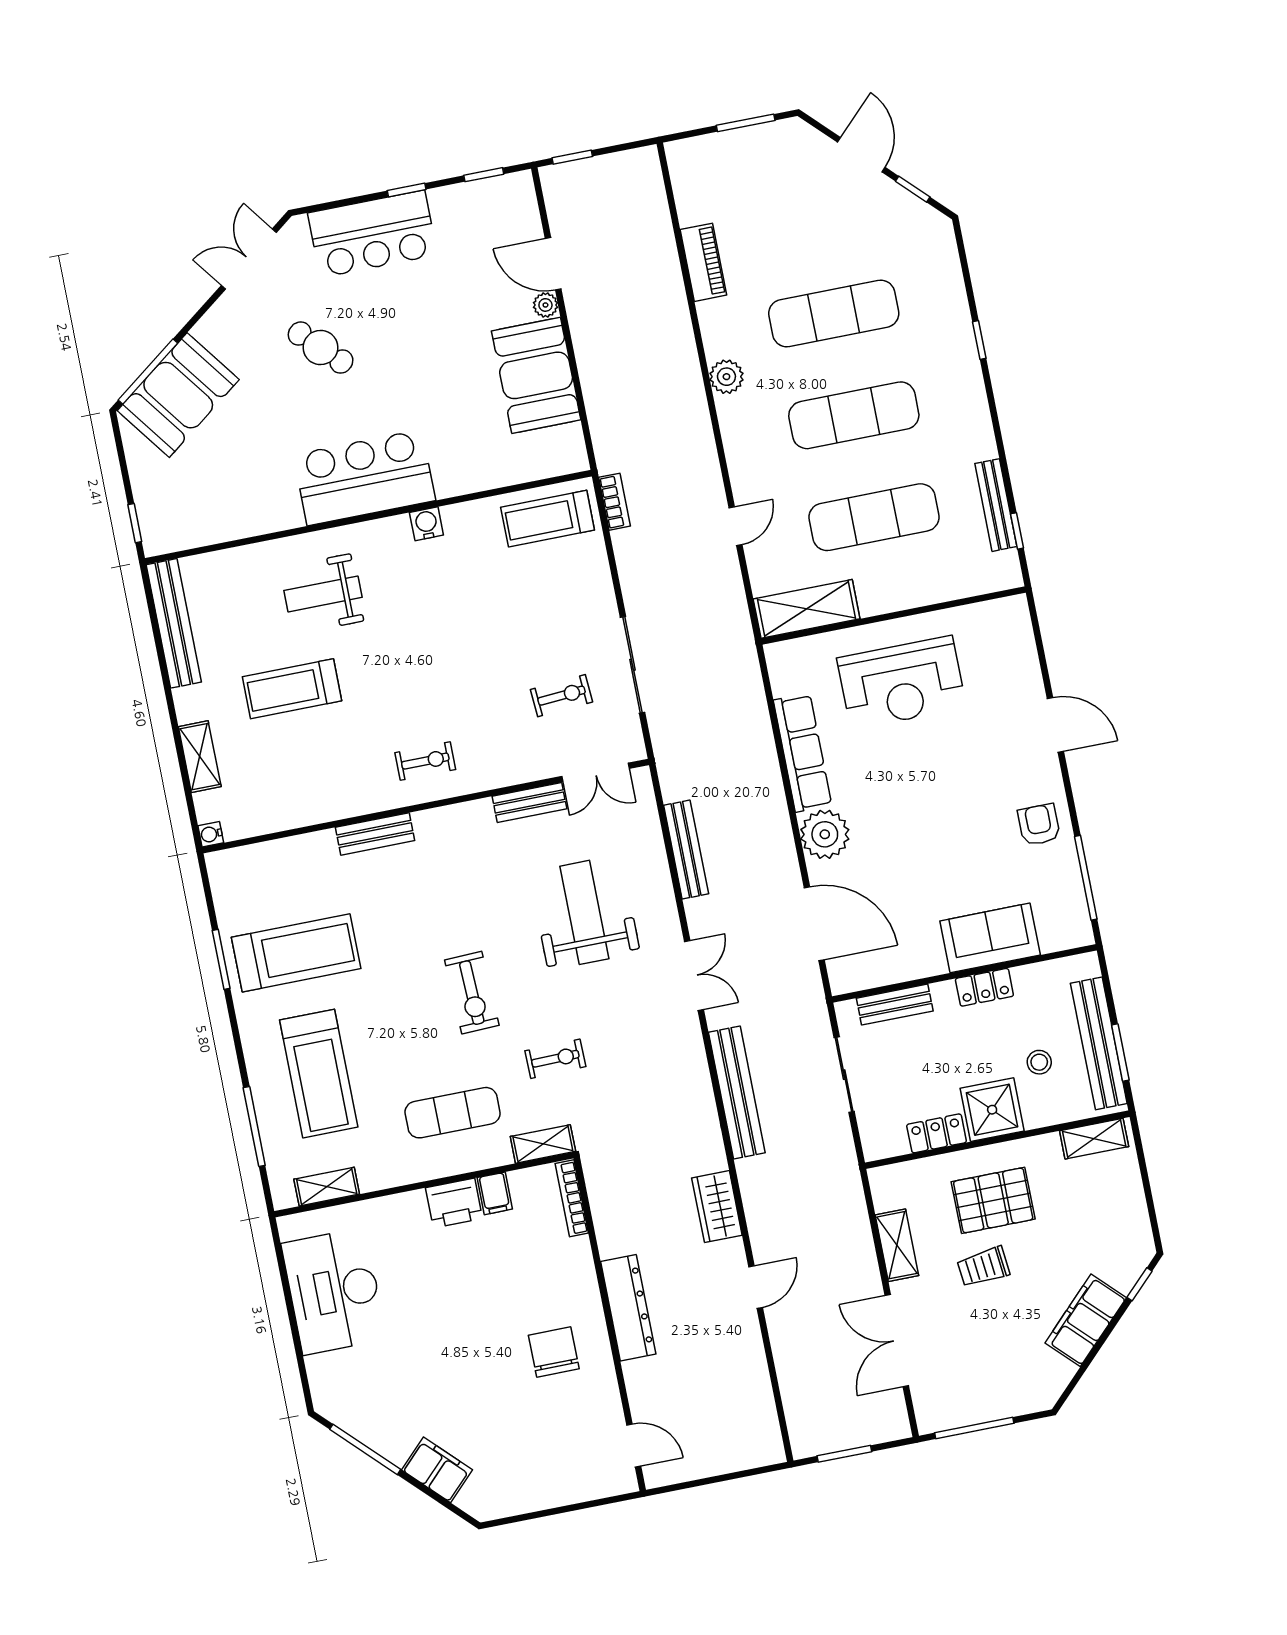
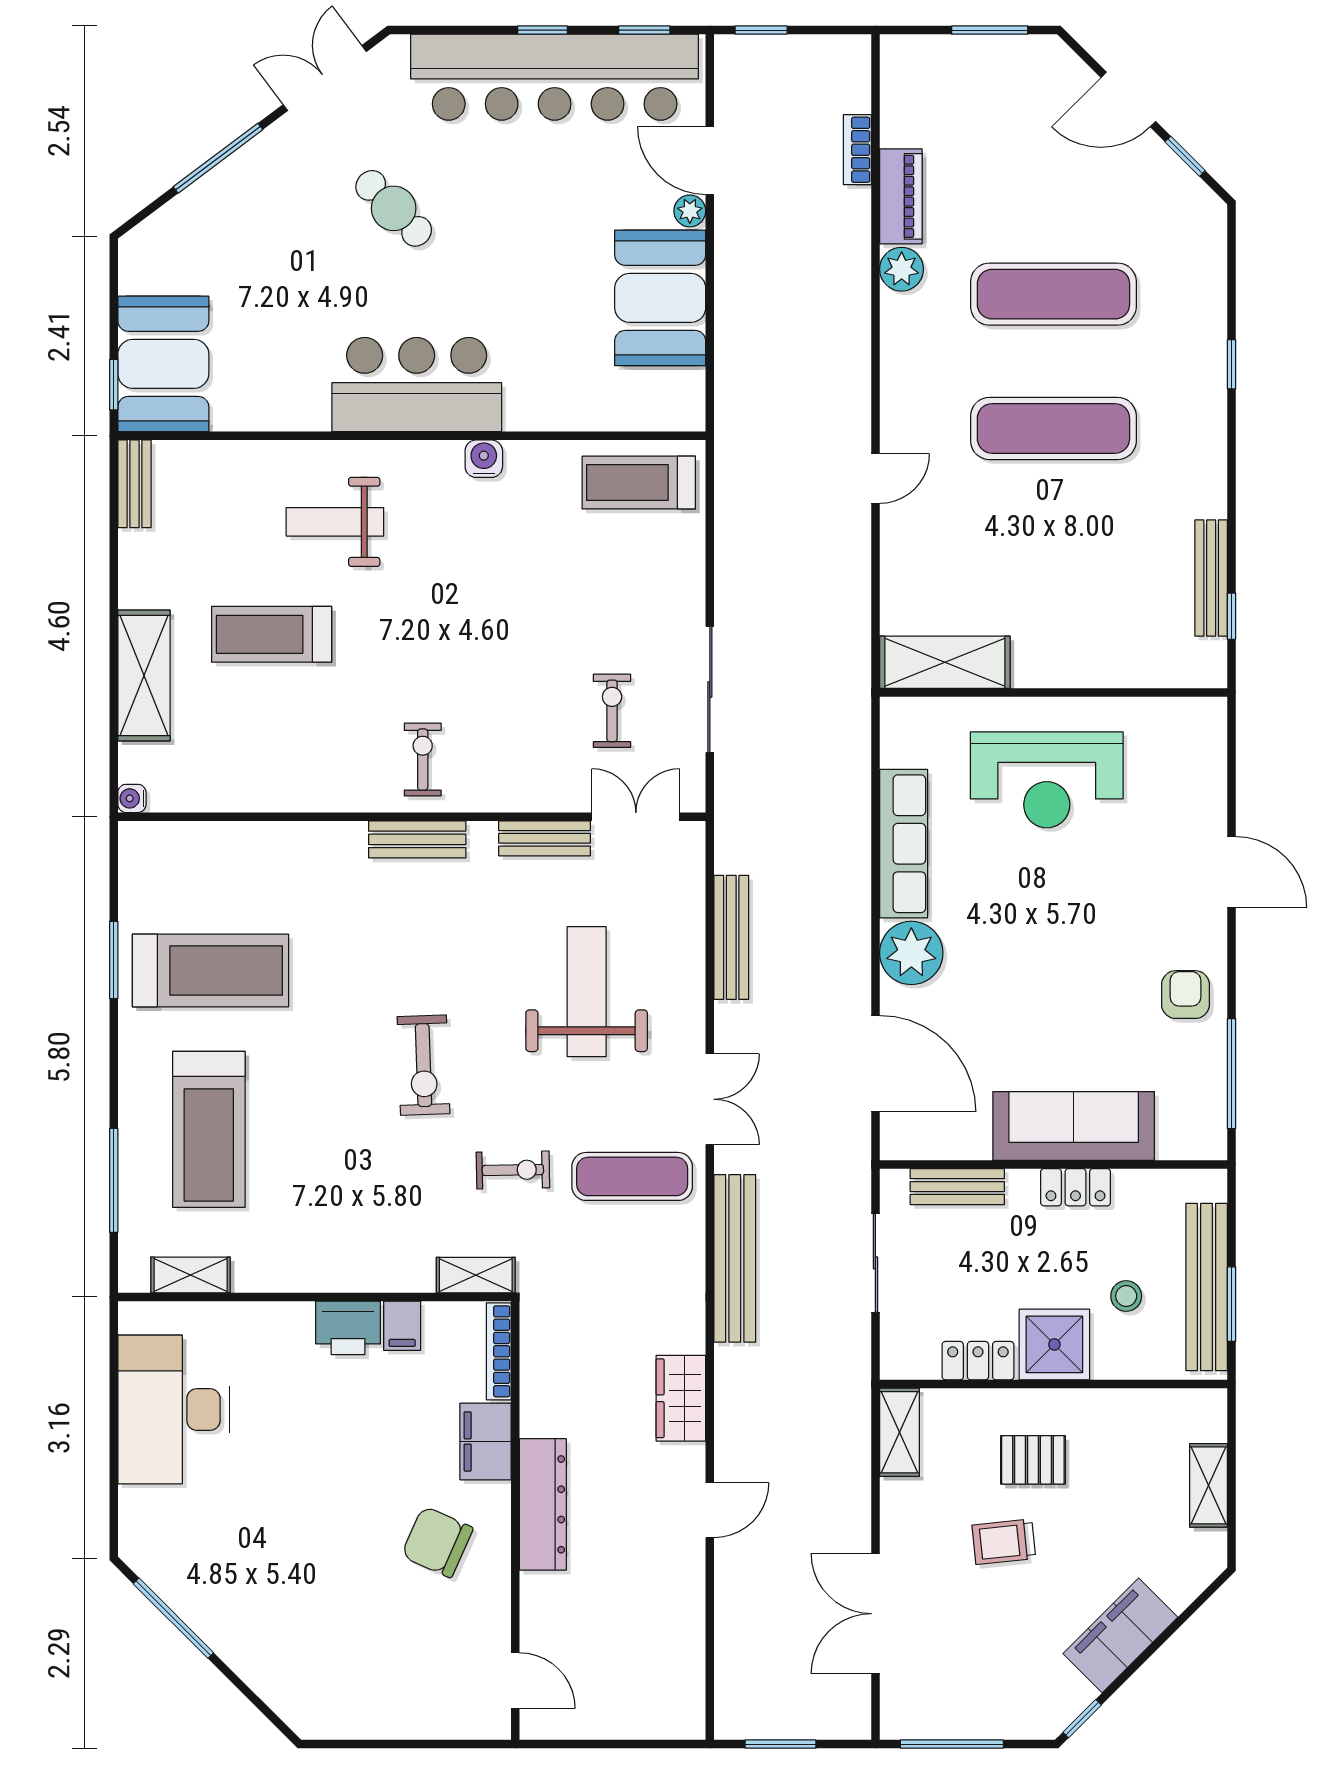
door: (861, 155) -> (1128, 99), swing flipped
bar counter: (372, 234) -> (555, 77), width x1.86
window: (148, 371) -> (218, 158), moved
plant: (726, 377) -> (902, 269), moved
booth: (178, 395) -> (163, 364), moved, turned -53
bookcase: (614, 502) -> (857, 150), moved, turned 180
exercise mat: (874, 517) -> (1053, 563), removed
door: (736, 526) -> (875, 478), moved
bench: (174, 623) -> (135, 484), width x0.54, depth x0.82
exercise bike: (562, 696) -> (612, 711), turned -86
shelving: (200, 757) -> (144, 675), width x1.50, depth x1.33
exercise bike: (425, 761) -> (423, 760), turned -90
double door: (595, 772) -> (636, 817), swing flipped
bench: (375, 834) -> (417, 839), moved
sofa: (990, 938) -> (1074, 1126), width x1.36
exercise mat: (453, 1113) -> (632, 1176), moved
shelving: (1094, 1139) -> (1209, 1485), moved, turned 90
pallet: (993, 1200) -> (1033, 1460), width x0.67, depth x0.71
shelving: (897, 1245) -> (899, 1432), moved
window: (1139, 1284) -> (1082, 1719), moved
chair: (554, 1352) -> (437, 1542), turned -66
filing cabinet: (437, 1470) -> (486, 1441), moved, turned -135

